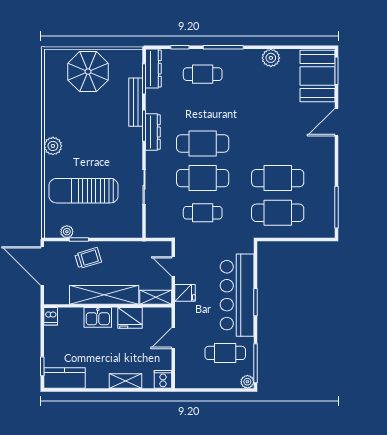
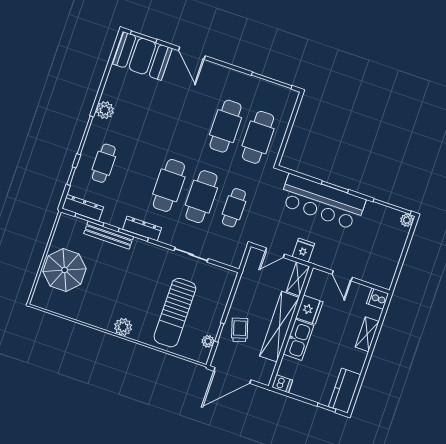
plant: (271, 58) -> (105, 110), moved
kitchen sink: (98, 317) -> (298, 340), width x1.38
cafe table: (225, 353) -> (373, 232), removed

